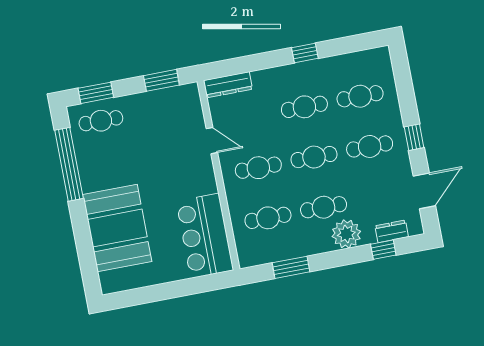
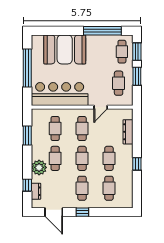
window: (161, 80) -> (137, 76), moved
dresser: (228, 85) -> (128, 132), moved
cafe table: (161, 116) -> (119, 83), added
bar counter: (205, 236) -> (60, 94), width x1.36
window: (165, 291) -> (27, 68), added

